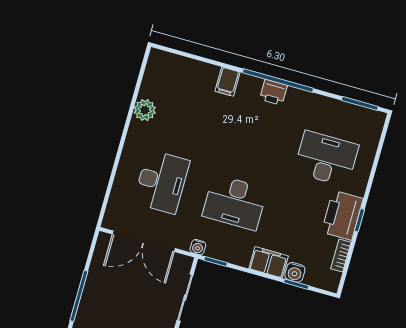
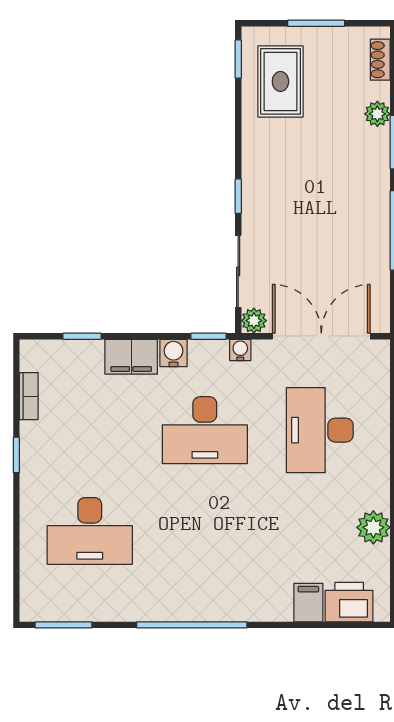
filing cabinet: (228, 82) -> (308, 603), moved
printer: (274, 92) -> (349, 602), moved, width x1.36, depth x1.24
desk: (235, 202) -> (205, 430), turned 180
printer: (342, 215) -> (43, 455), removed
plant: (184, 263) -> (254, 321), added
water cooler: (295, 272) -> (173, 353), moved

